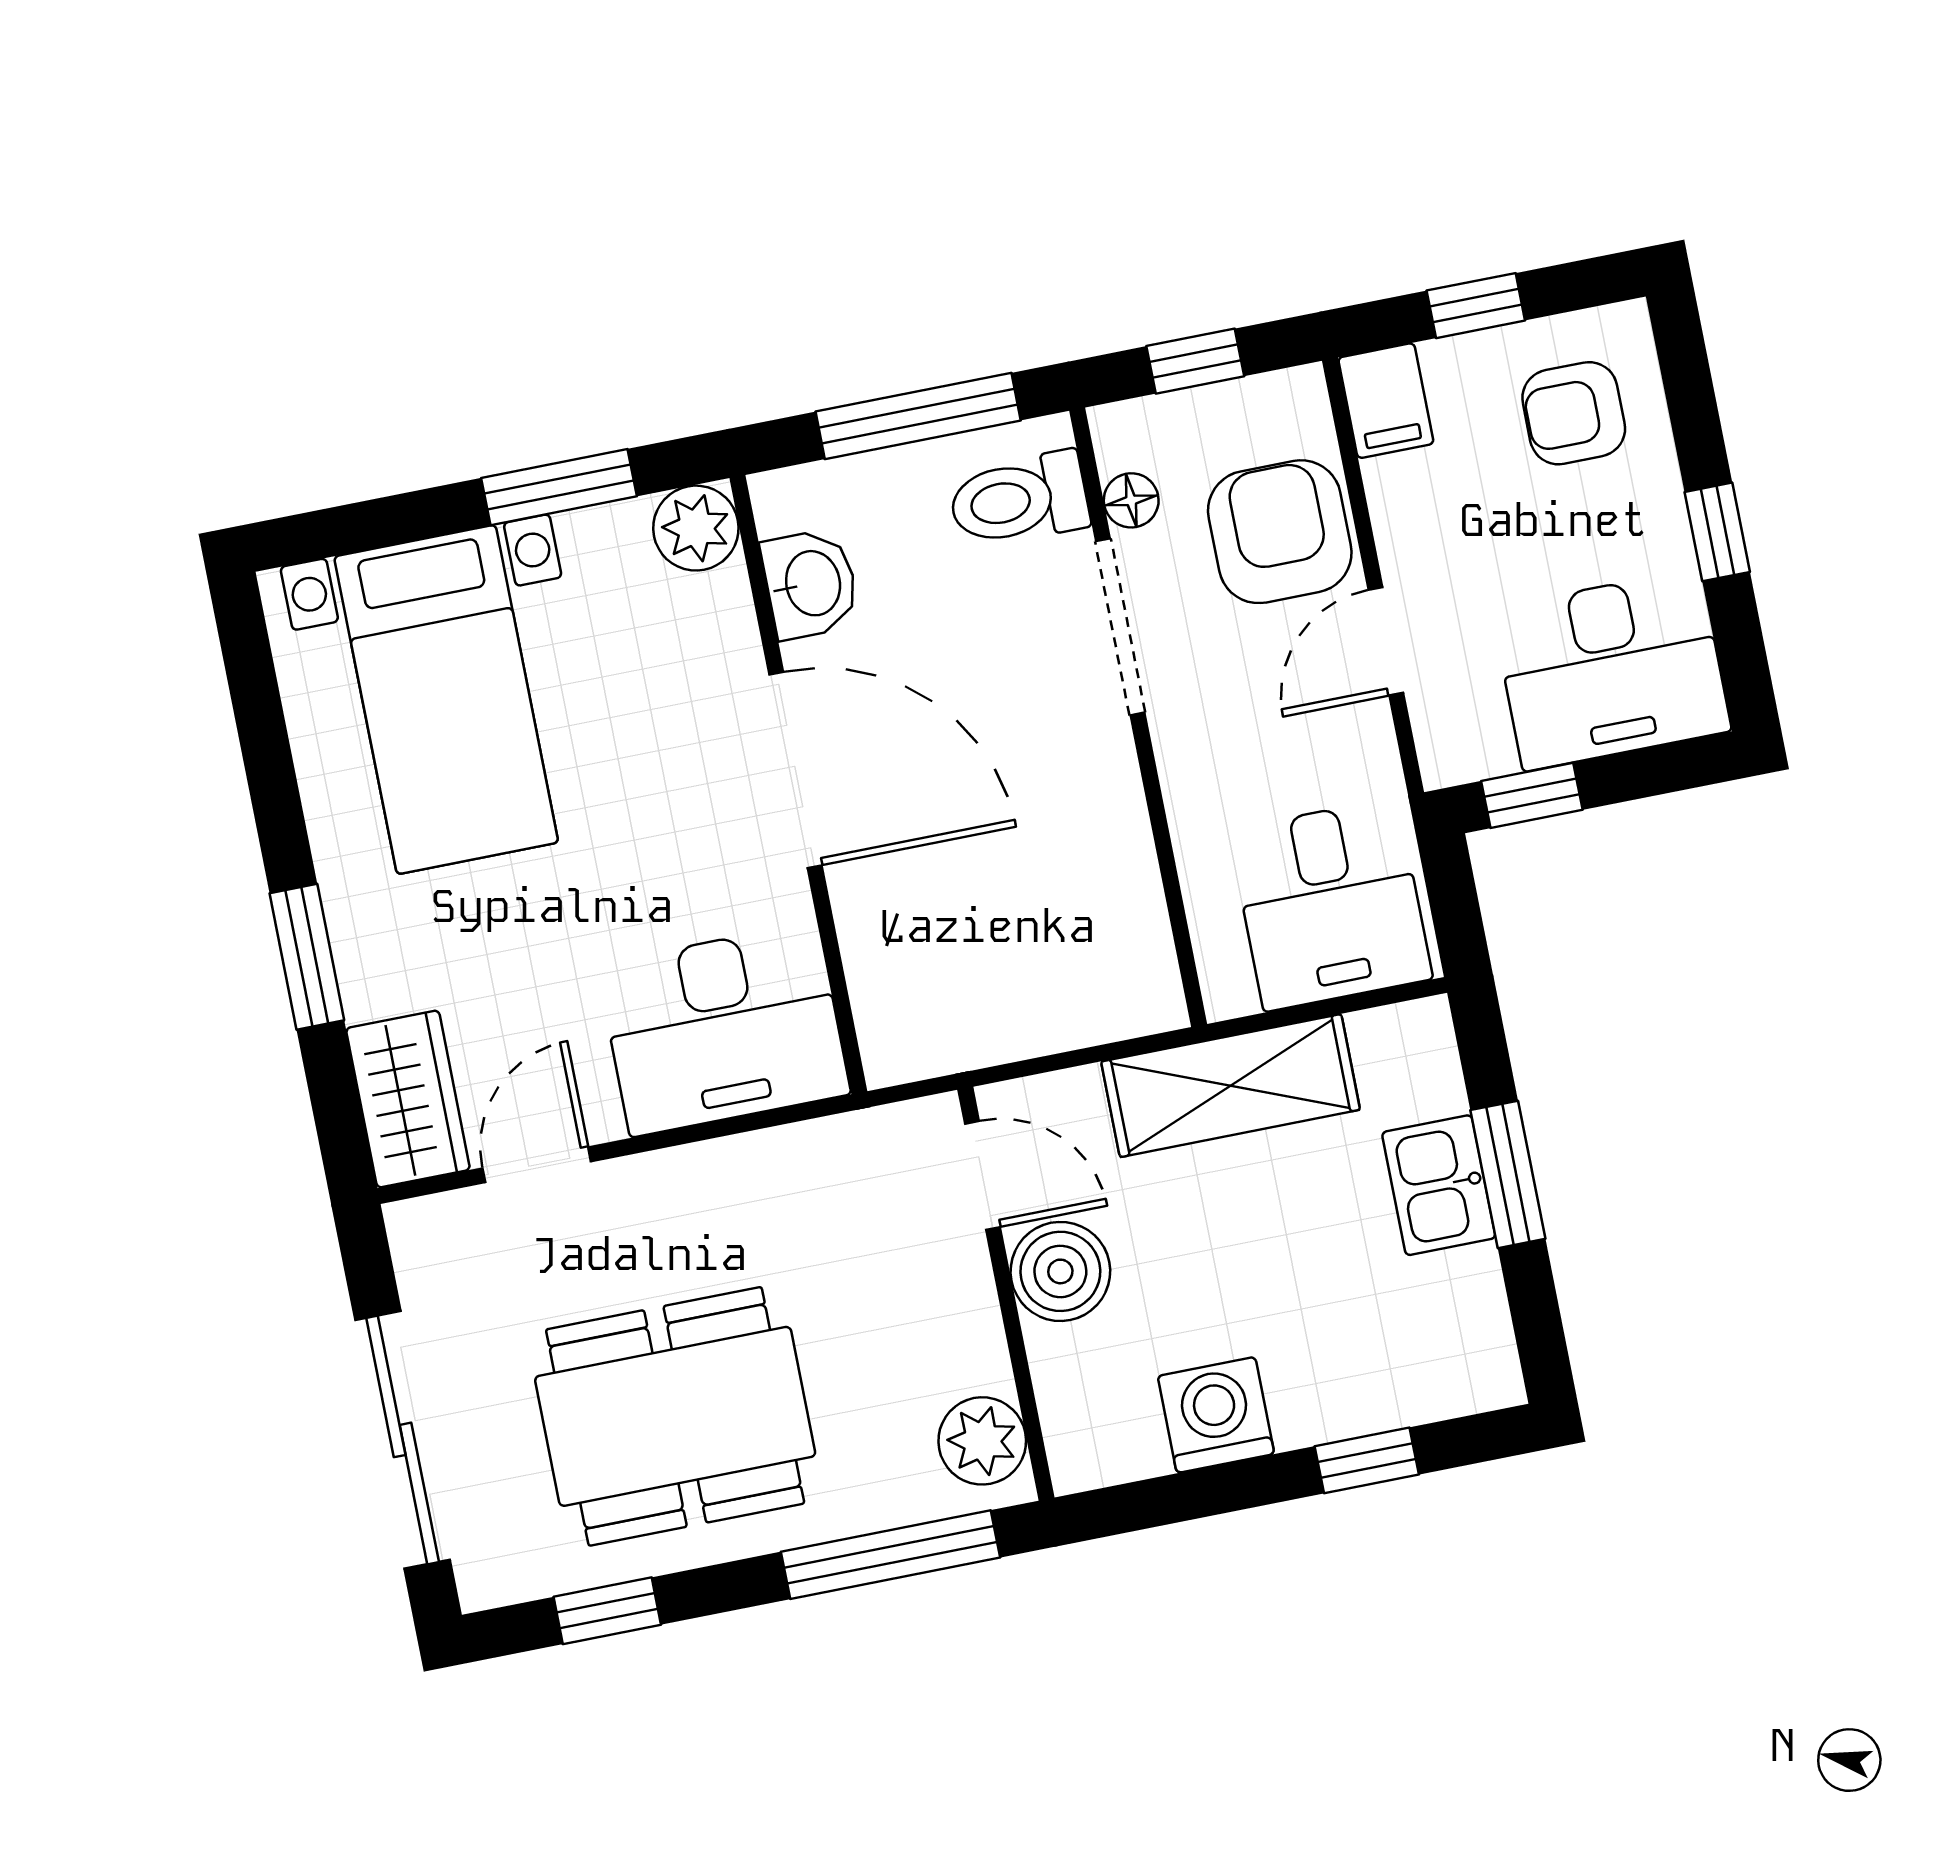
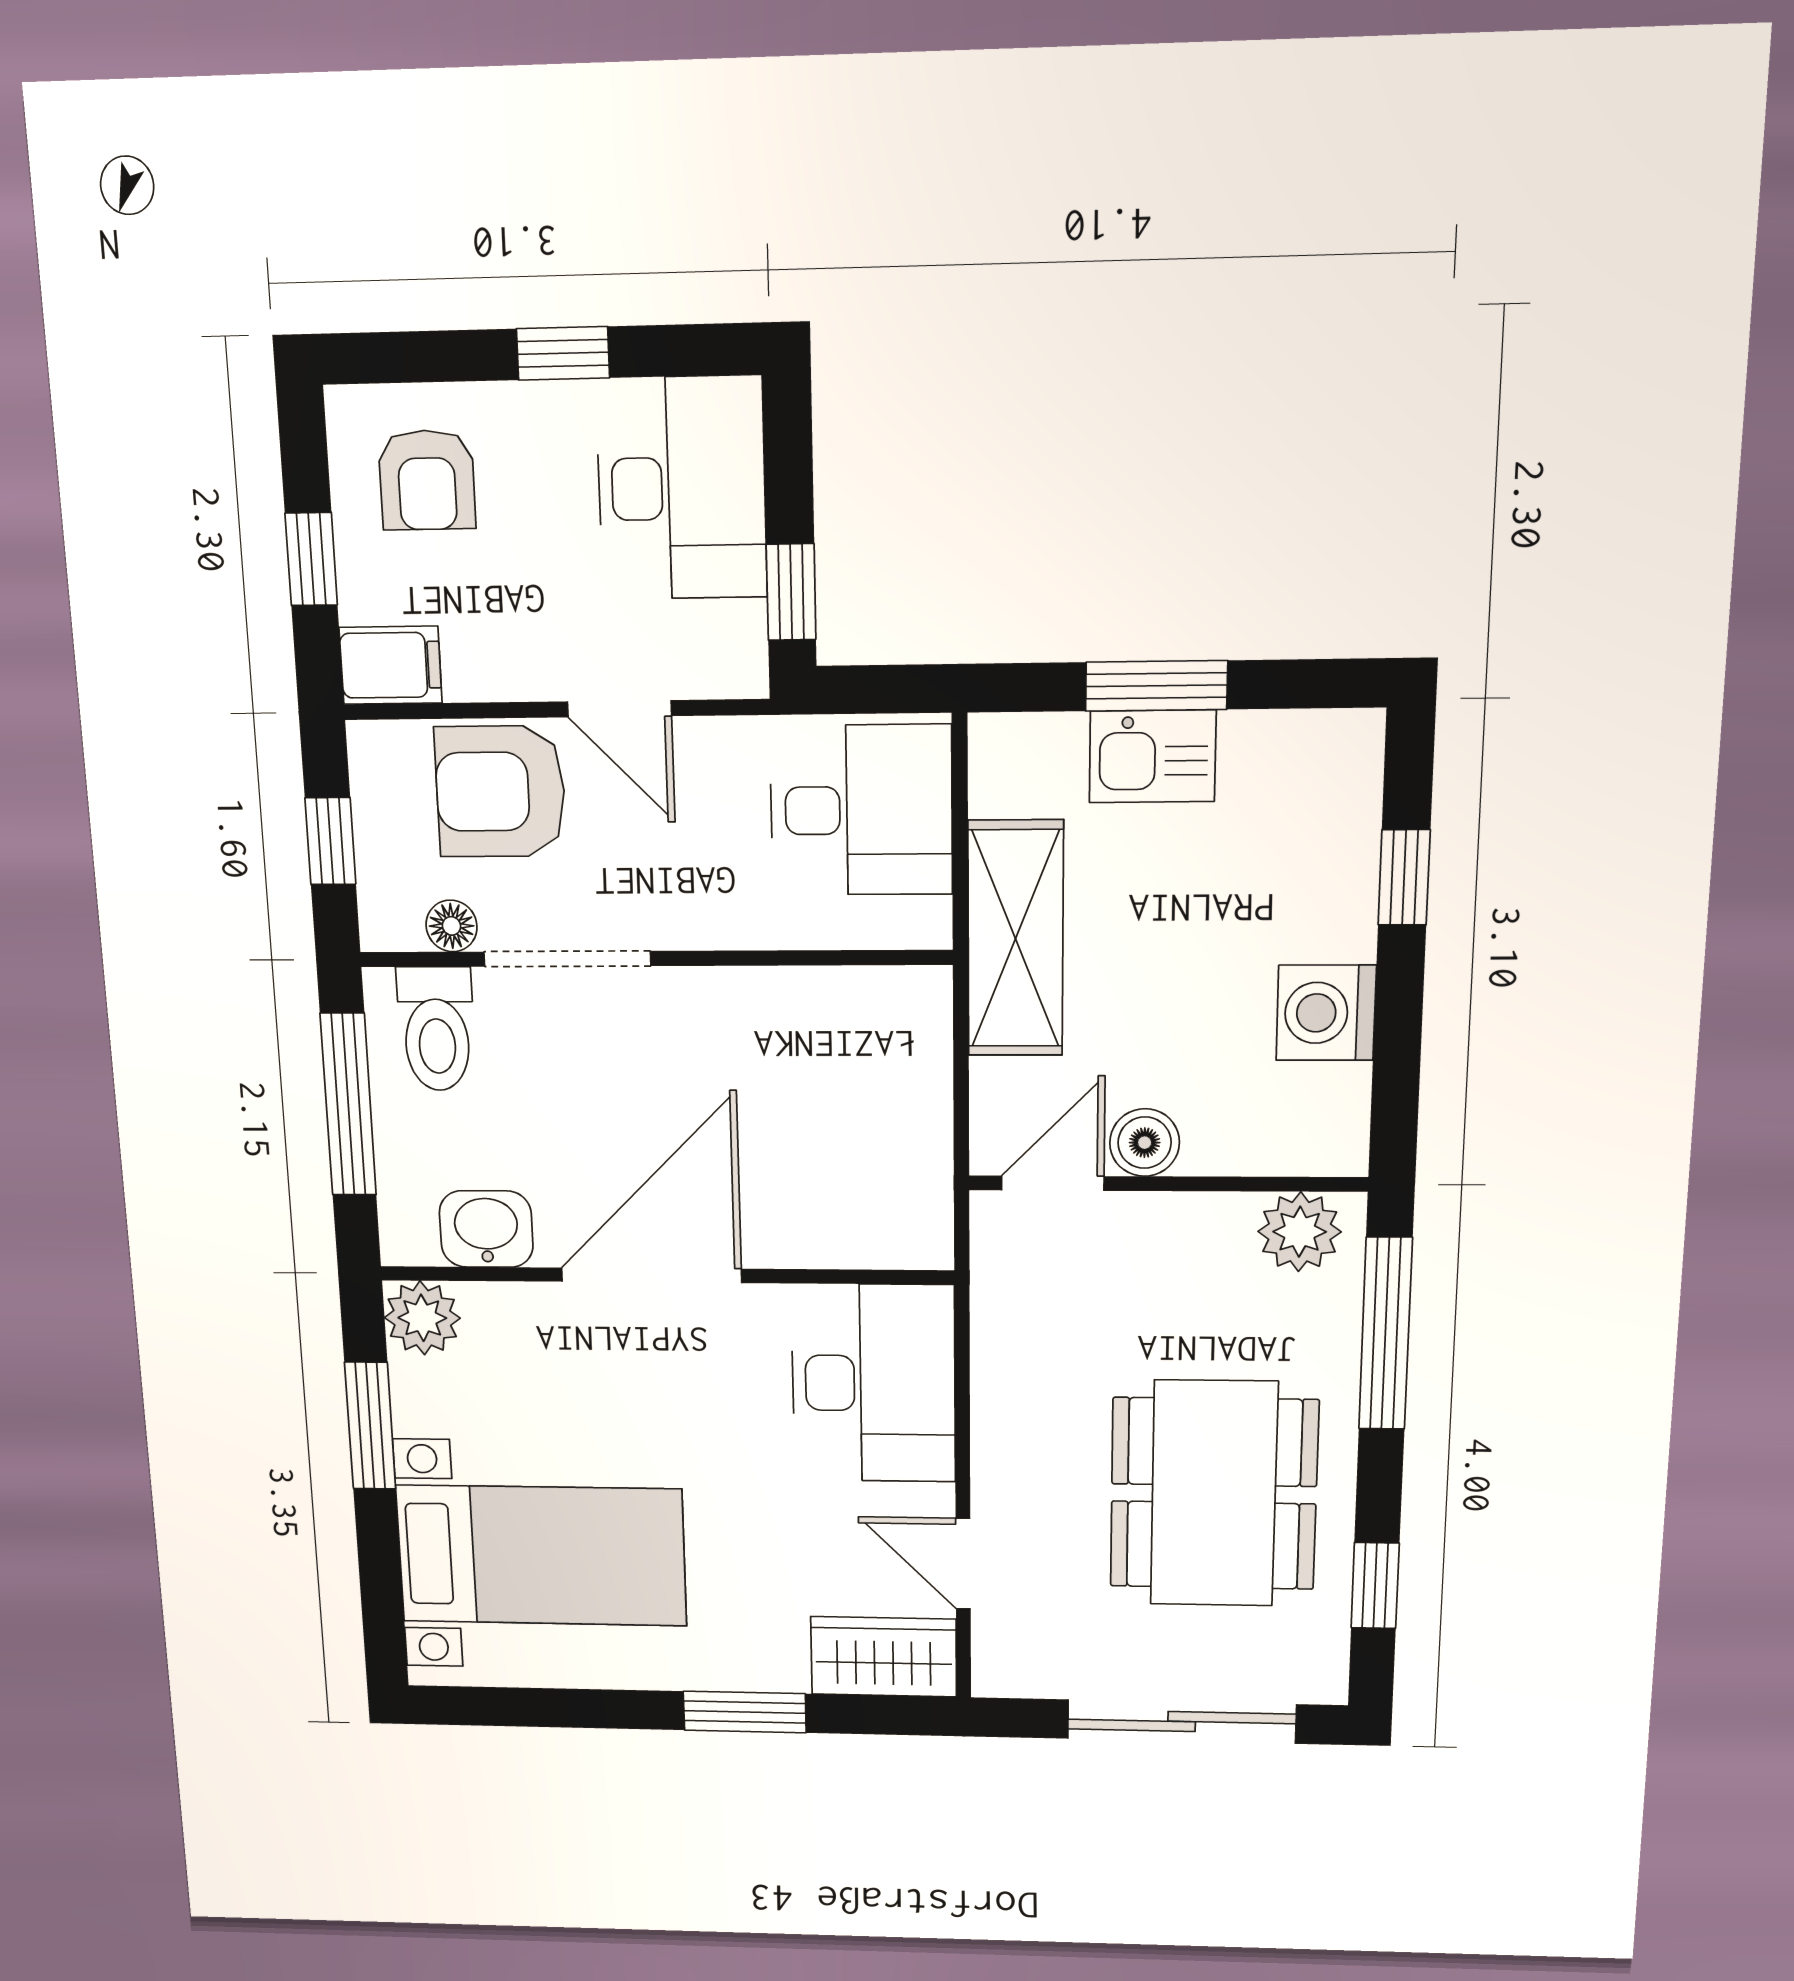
boiler: (1060, 1271) -> (1145, 1143), width x0.73, depth x0.73

